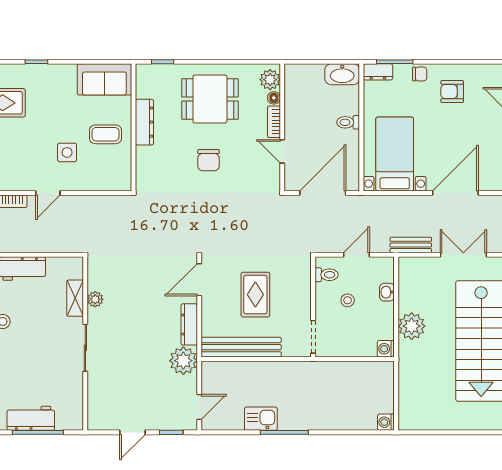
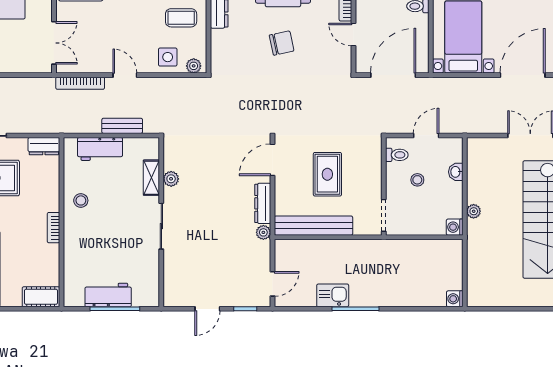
side table: (67, 152) -> (168, 57), moved
chair: (208, 160) -> (282, 43), turned -102
plant: (118, 184) -> (194, 66), added
door: (48, 193) -> (125, 75), swing flipped
bench: (411, 245) -> (122, 126), moved
plant: (412, 326) -> (474, 211), width x0.53, depth x0.53
plant: (183, 361) -> (263, 232), width x0.53, depth x0.53

